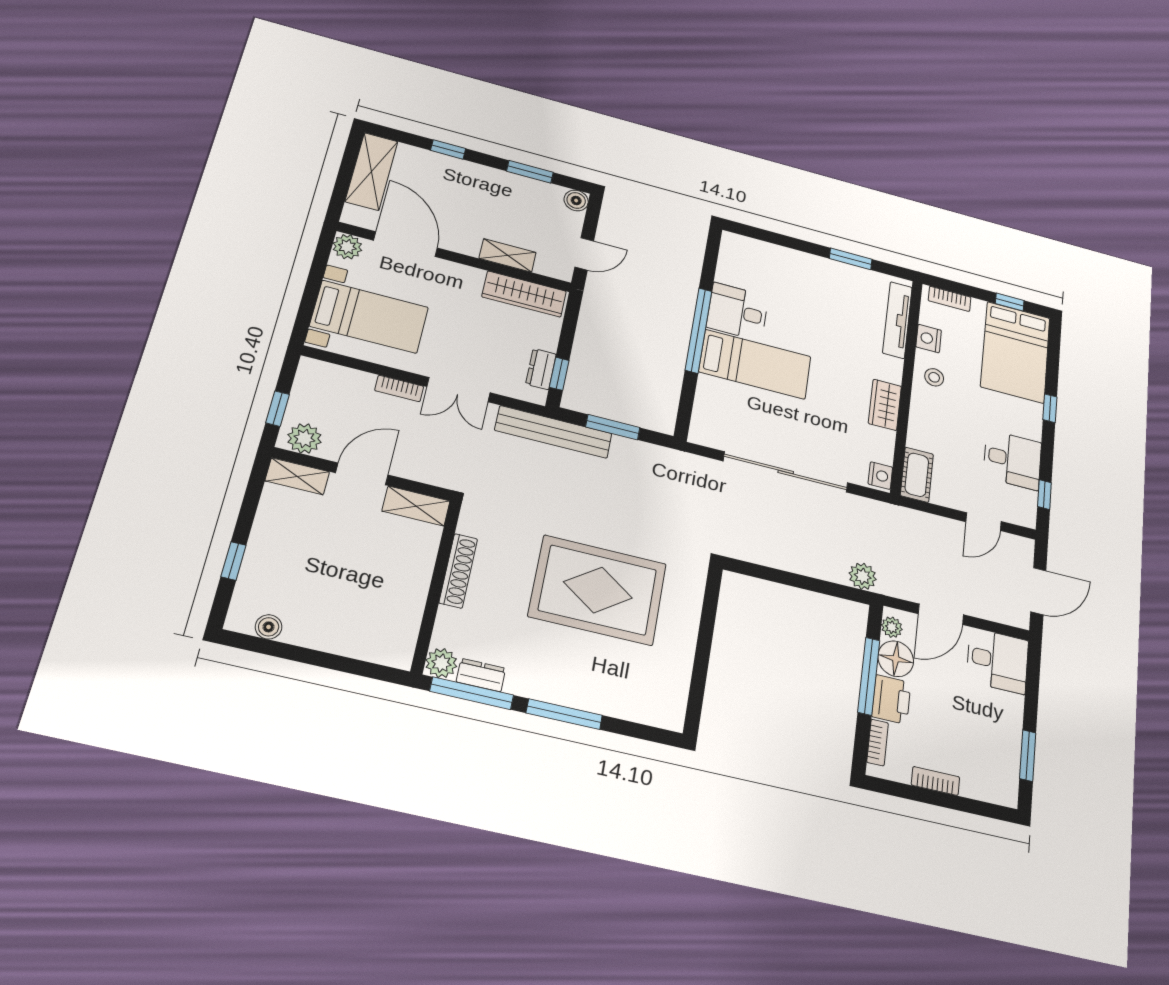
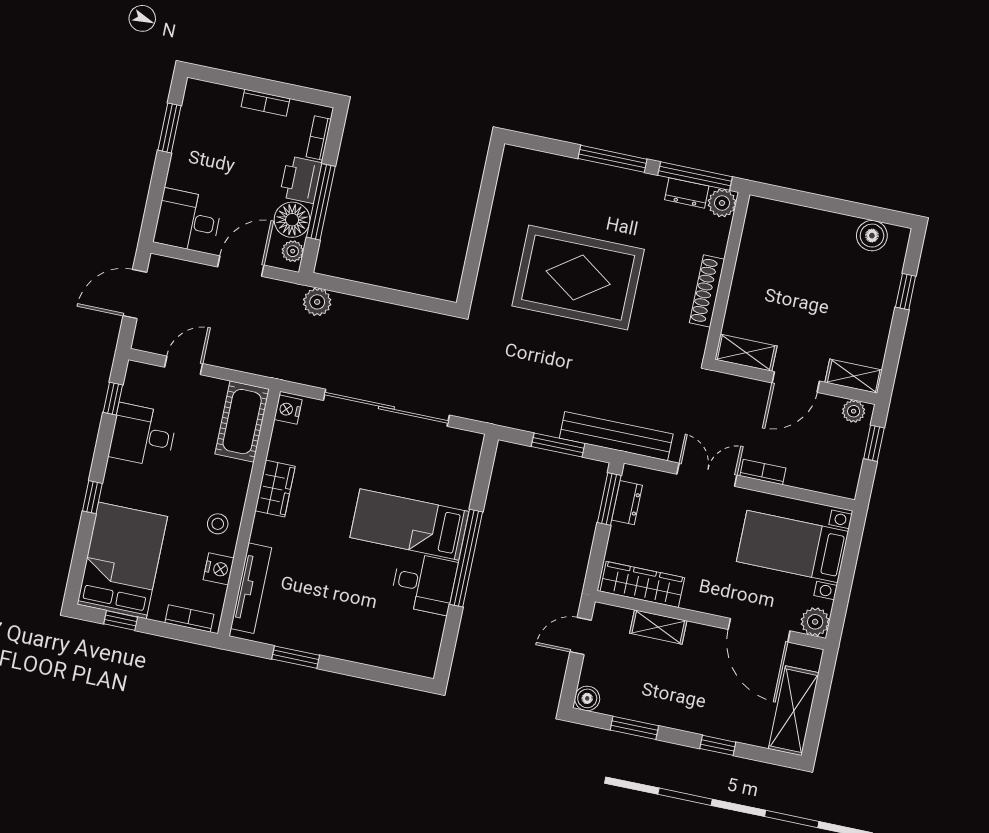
window: (559, 374) -> (609, 499), width x1.50
plant: (304, 438) -> (854, 411), width x0.73, depth x0.73
cot: (917, 475) -> (242, 422), width x1.37, depth x1.34
boiler: (269, 627) -> (872, 236), width x1.36, depth x1.36

